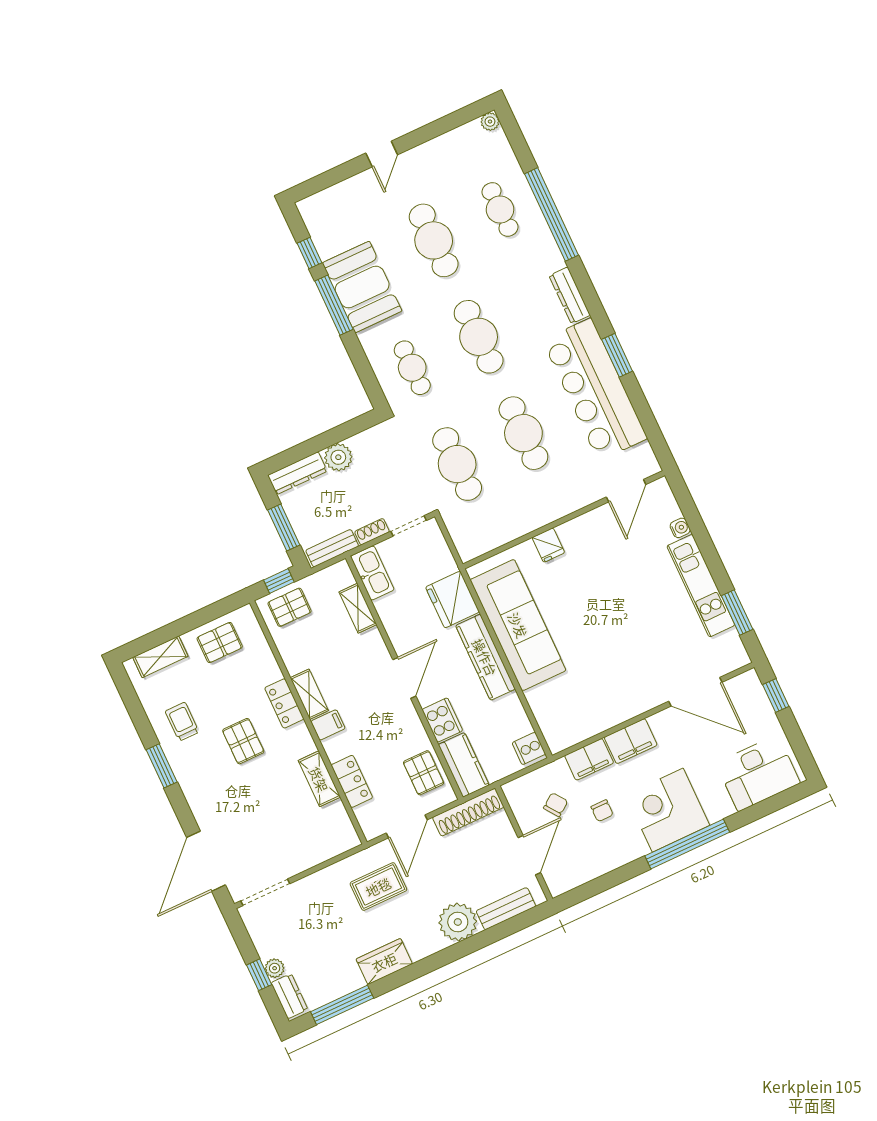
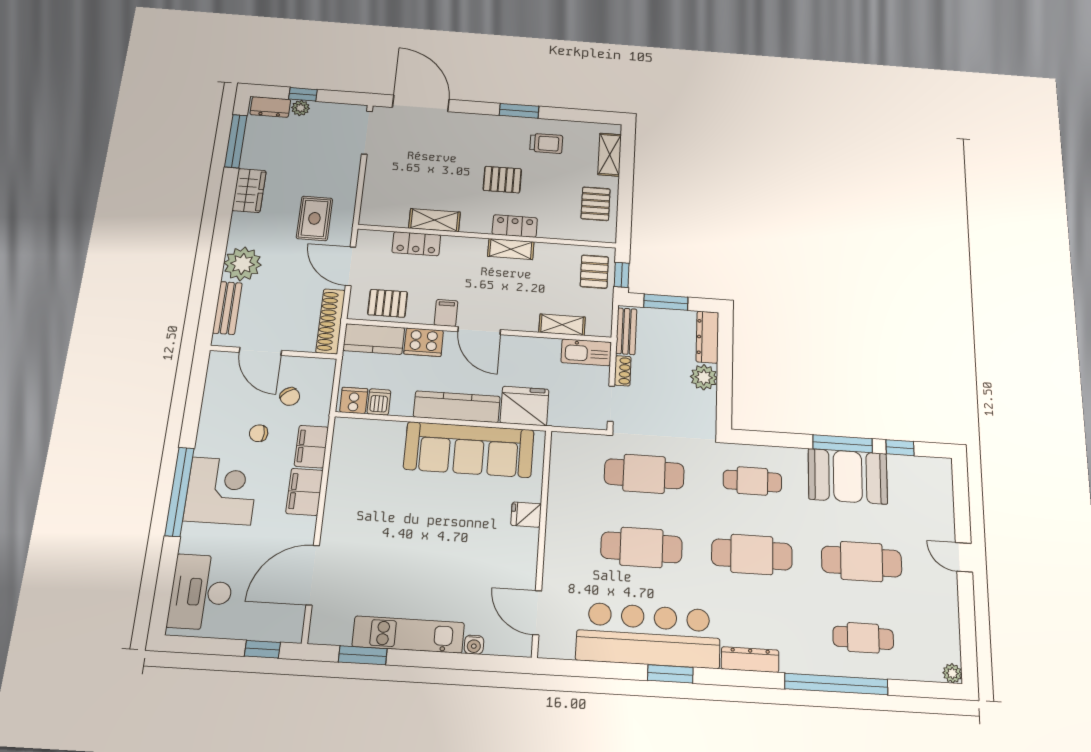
filing cabinet: (328, 725) -> (446, 313), moved, turned 180
dishwasher: (518, 726) -> (379, 402), added

